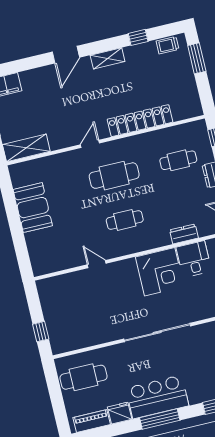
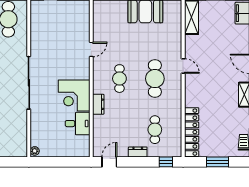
window: (197, 58) -> (217, 162), moved
locker: (140, 121) -> (192, 132), moved
dresser: (184, 234) -> (98, 104), moved

